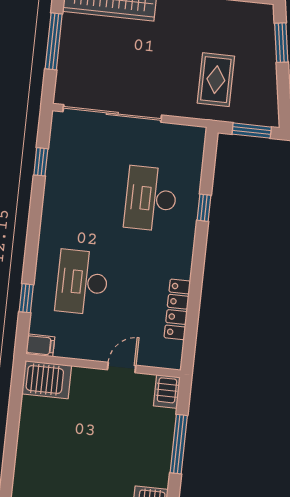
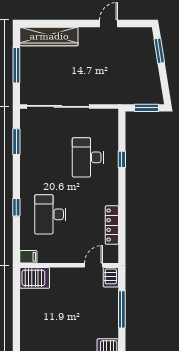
rug: (216, 80) -> (121, 78), removed
window: (41, 162) -> (16, 142), width x1.50
window: (26, 298) -> (16, 207), moved
door: (122, 368) -> (93, 265), moved

